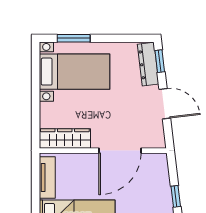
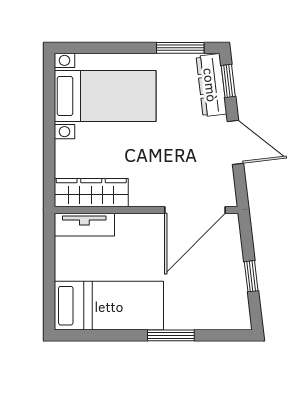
window: (74, 38) -> (180, 48), moved
door: (120, 151) -> (195, 210), moved
tv unit: (47, 178) -> (84, 225), moved, turned 90

